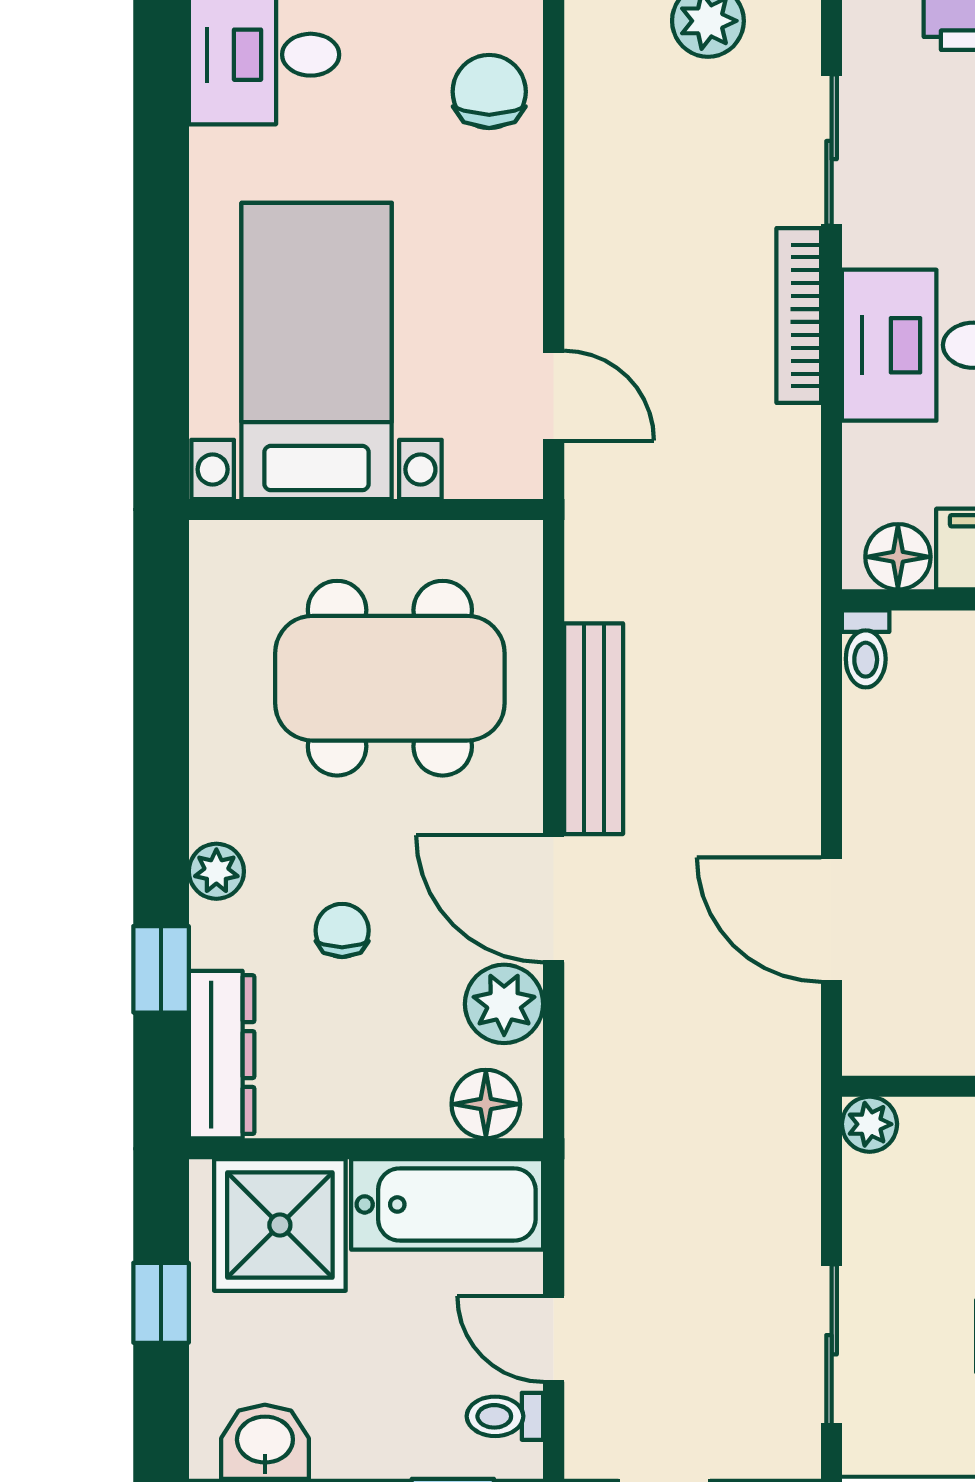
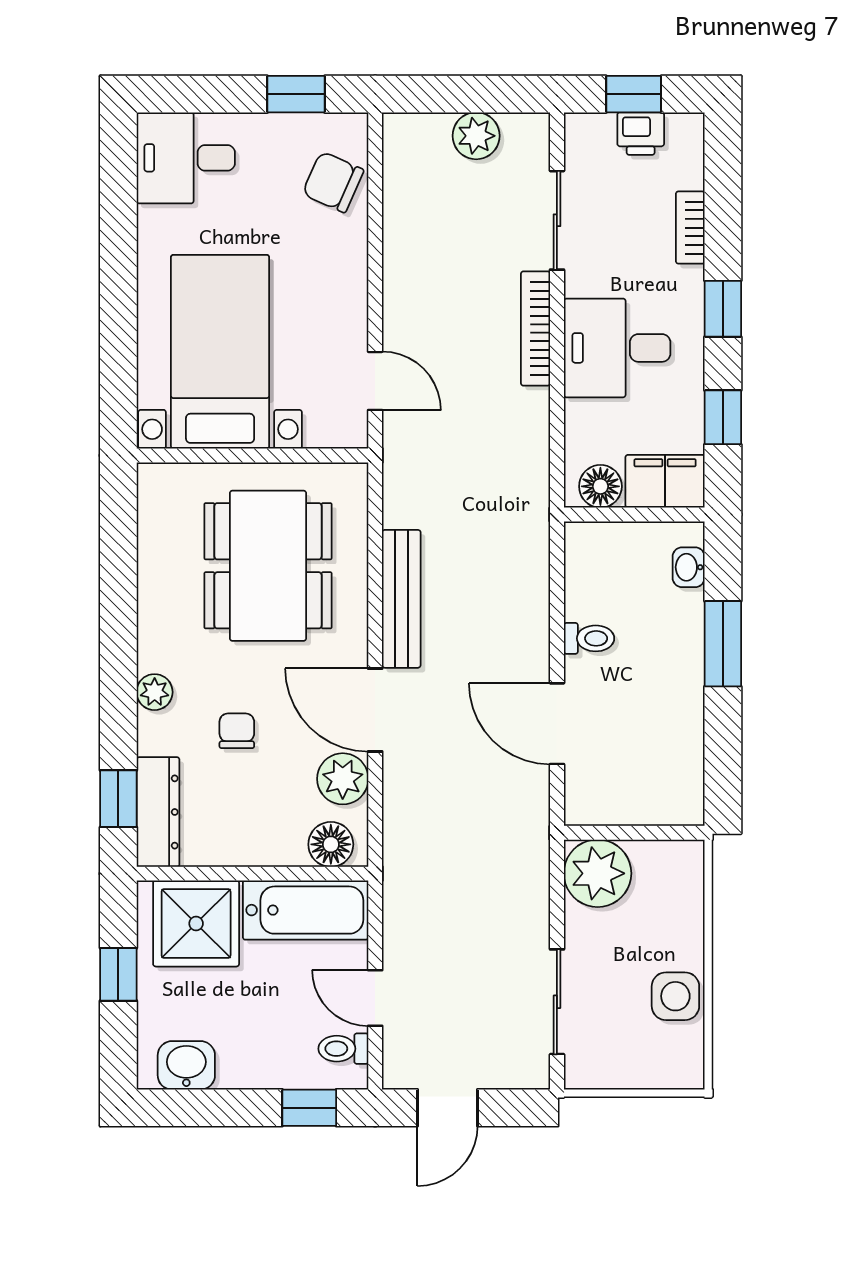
chair: (489, 92) -> (333, 182), turned -66
toilet: (866, 649) -> (589, 638), moved, turned -90
dining table: (390, 678) -> (268, 566), turned 90
window: (161, 969) -> (118, 799), moved
plant: (870, 1124) -> (598, 873), width x1.88, depth x1.88

